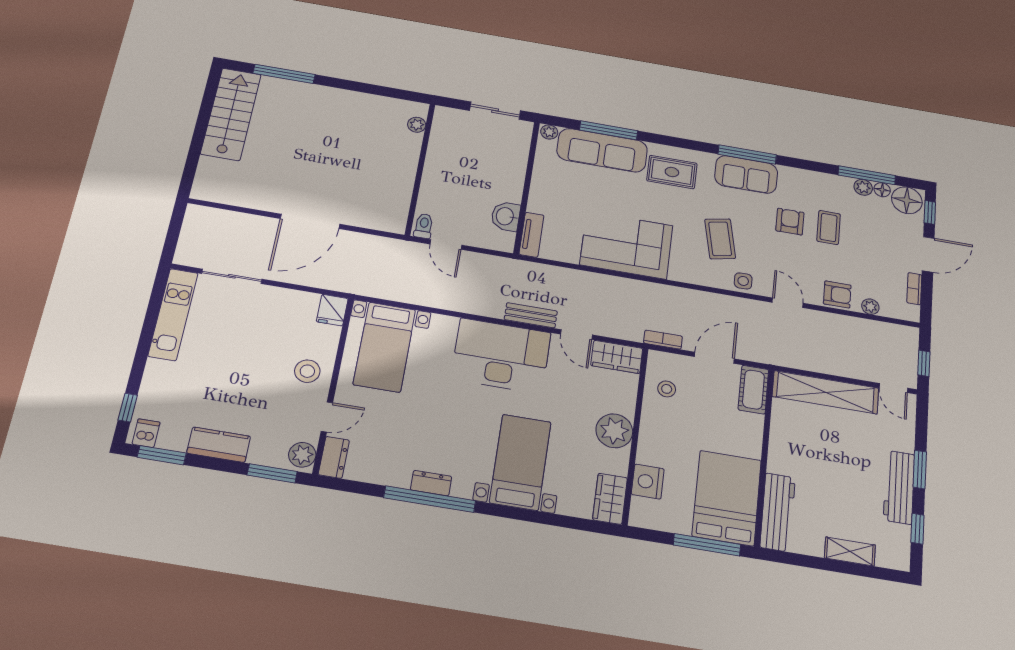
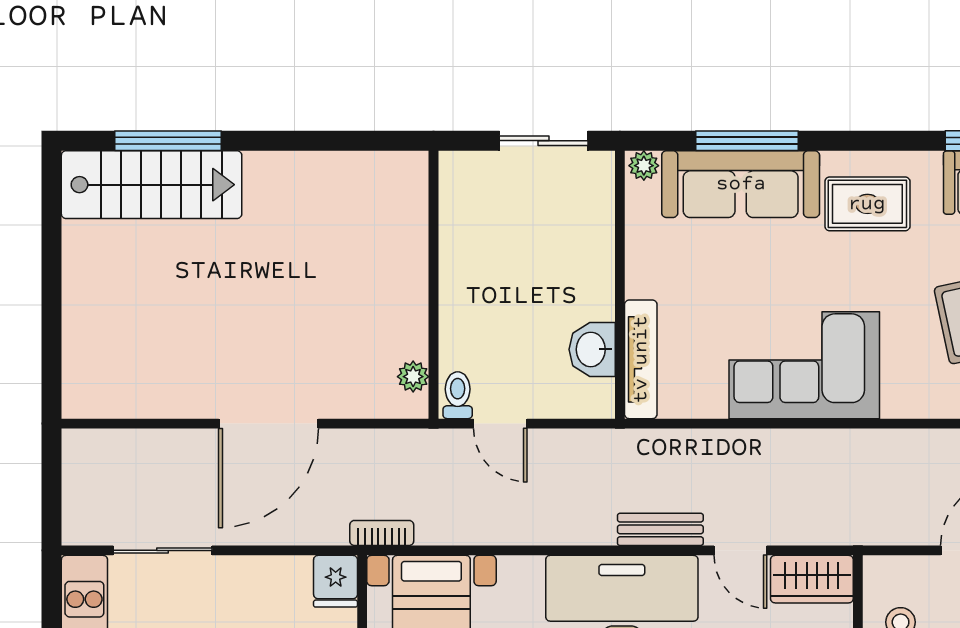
stairs: (231, 114) -> (152, 185), moved, turned 90
plant: (417, 125) -> (413, 377), moved
tv unit: (531, 235) -> (641, 359), width x1.41
bookcase: (663, 340) -> (382, 533), moved

